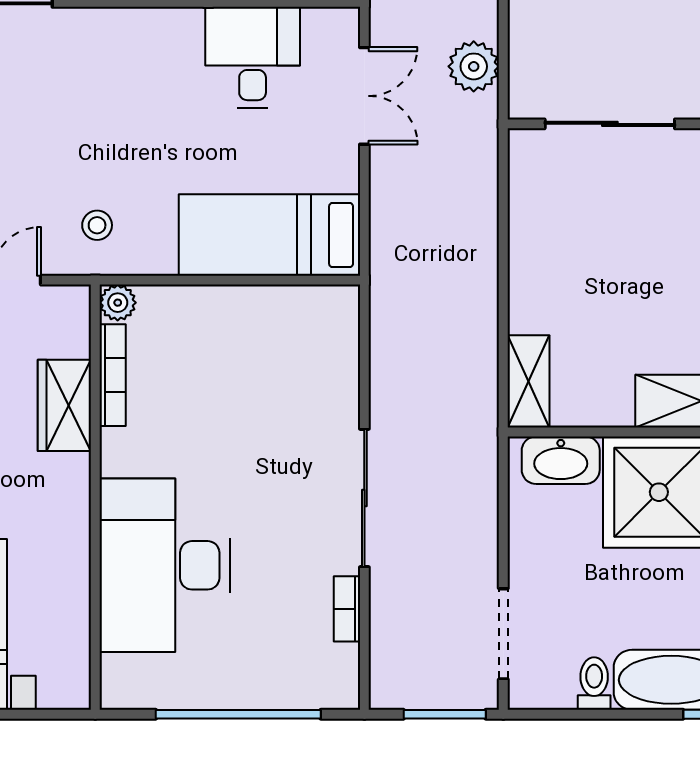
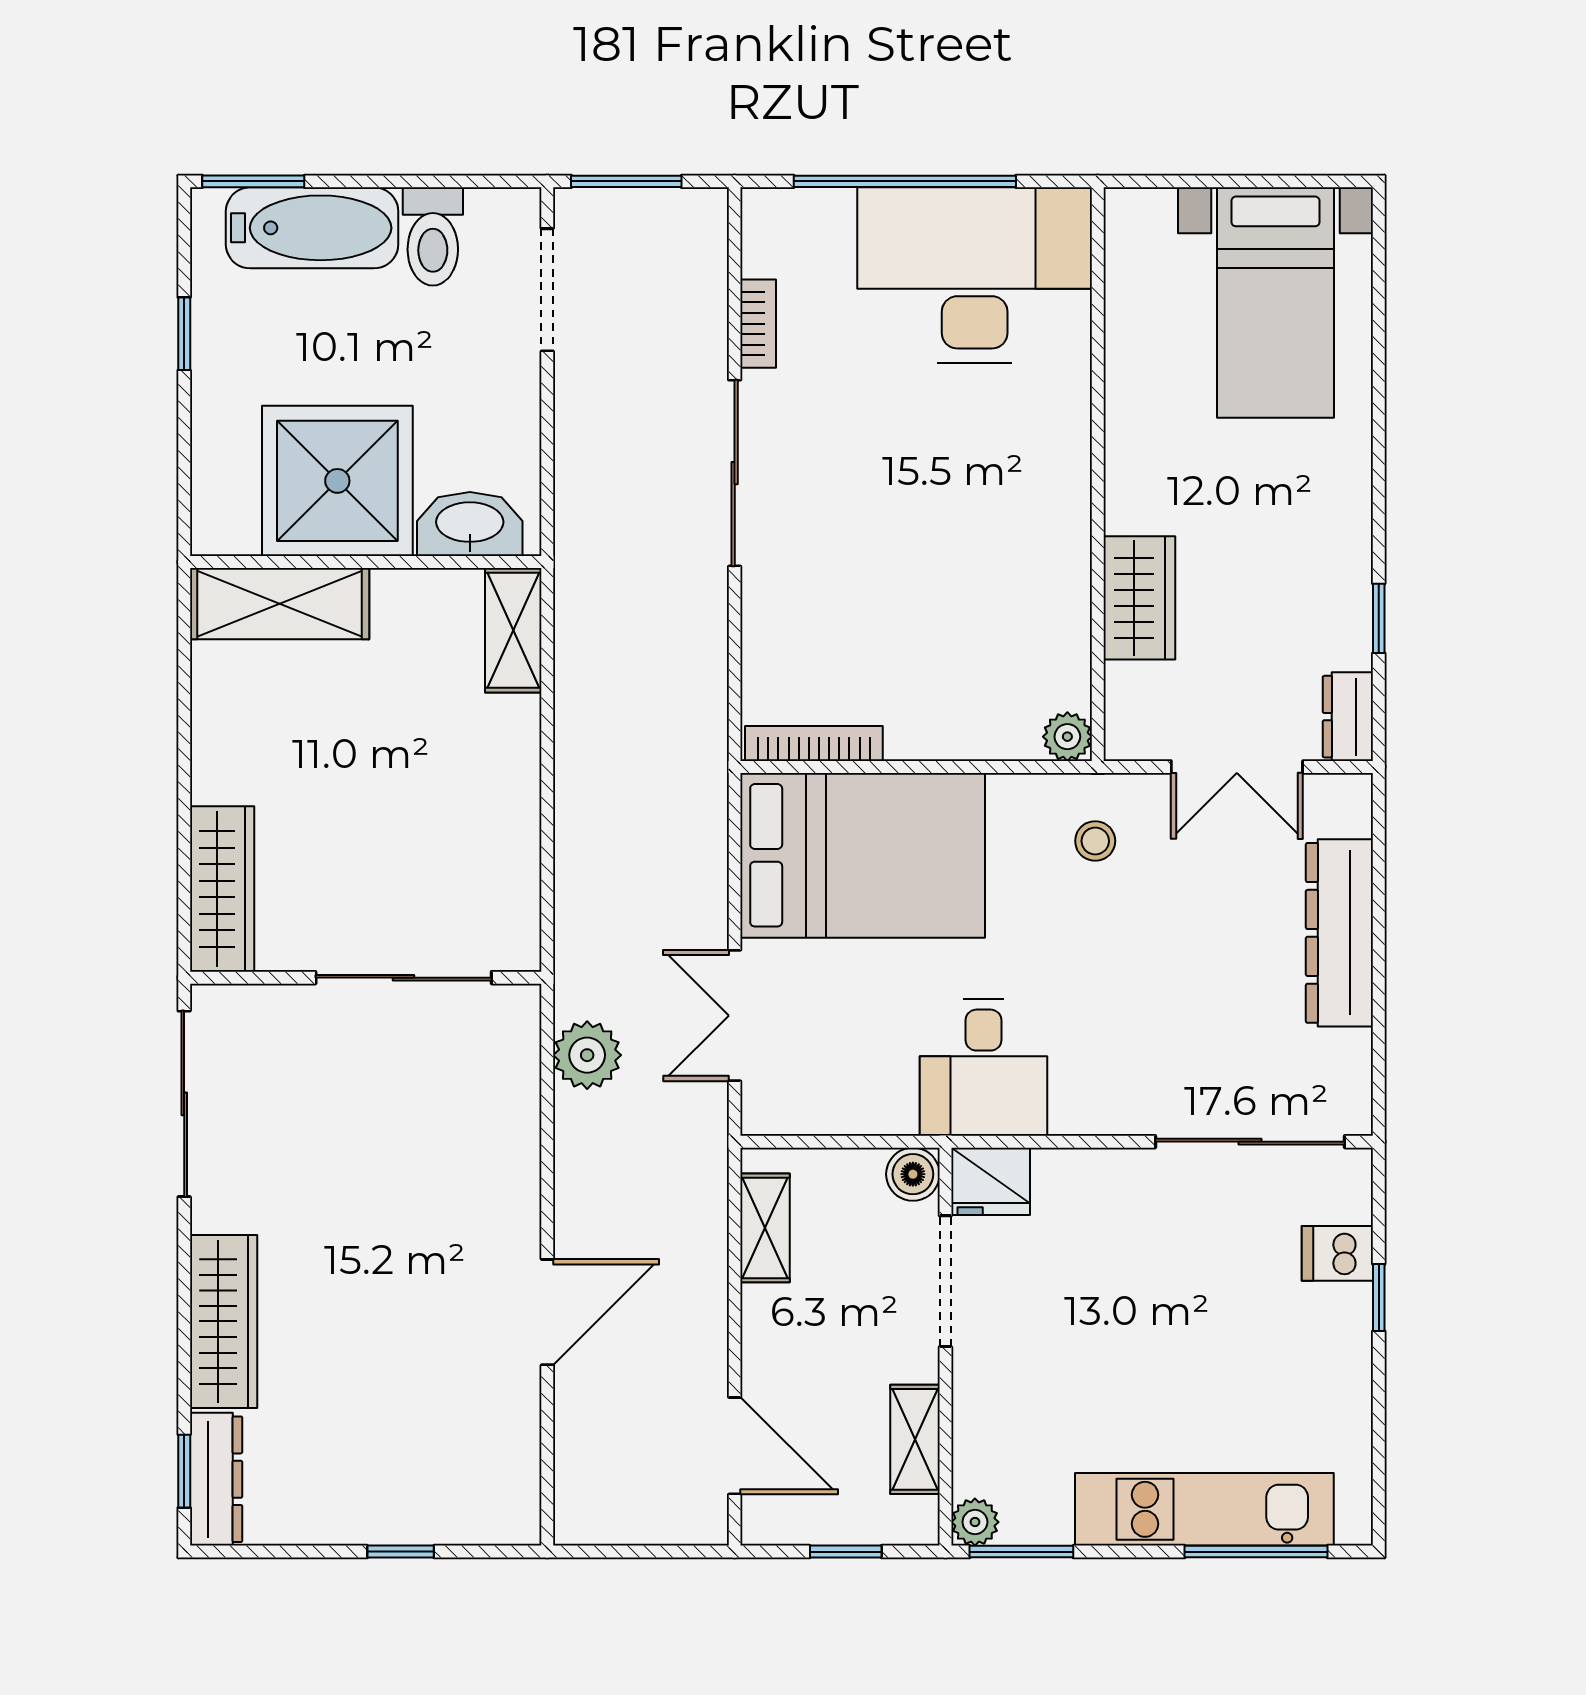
desk: (253, 58) -> (983, 1067), moved
bed: (269, 235) -> (863, 855), width x1.50
bookcase: (113, 375) -> (814, 743), moved, turned 90
desk: (165, 565) -> (975, 275), moved, turned -90
toilet: (594, 684) -> (433, 236), width x1.37, depth x1.39

